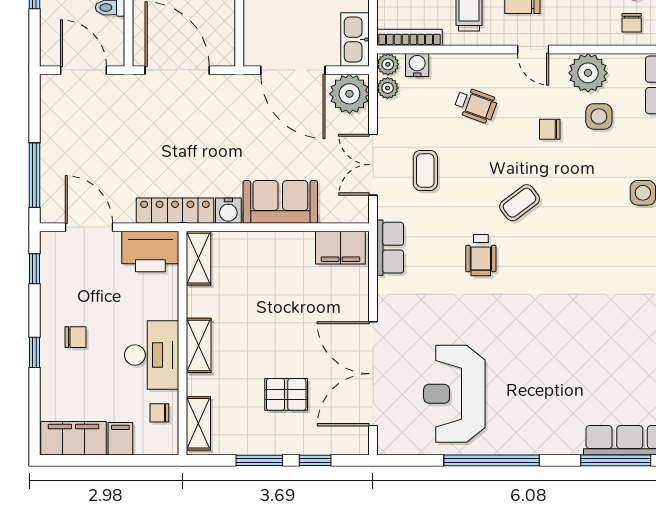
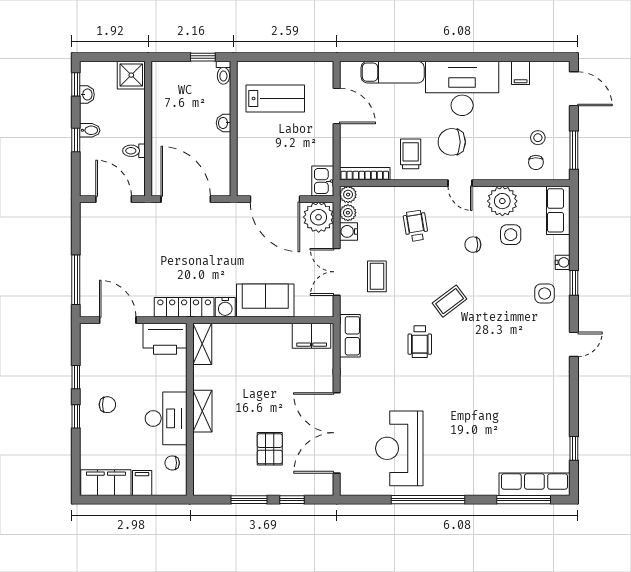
kitchen sink: (355, 40) -> (323, 181), width x0.73
water cooler: (417, 65) -> (349, 231), moved, turned -90
wheelchair: (476, 105) -> (416, 226), turned -119
window: (34, 269) -> (76, 377), moved
pallet: (286, 394) -> (270, 449), turned 90
shelving: (198, 423) -> (202, 471), removed

